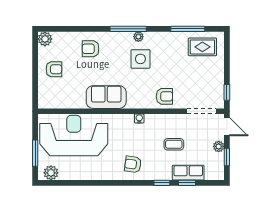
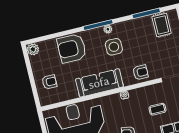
rug: (202, 47) -> (162, 25), turned 90
armchair: (91, 49) -> (72, 48), width x1.88, depth x1.88
armchair: (54, 69) -> (49, 82), moved
sofa: (106, 97) -> (99, 83), width x1.36

